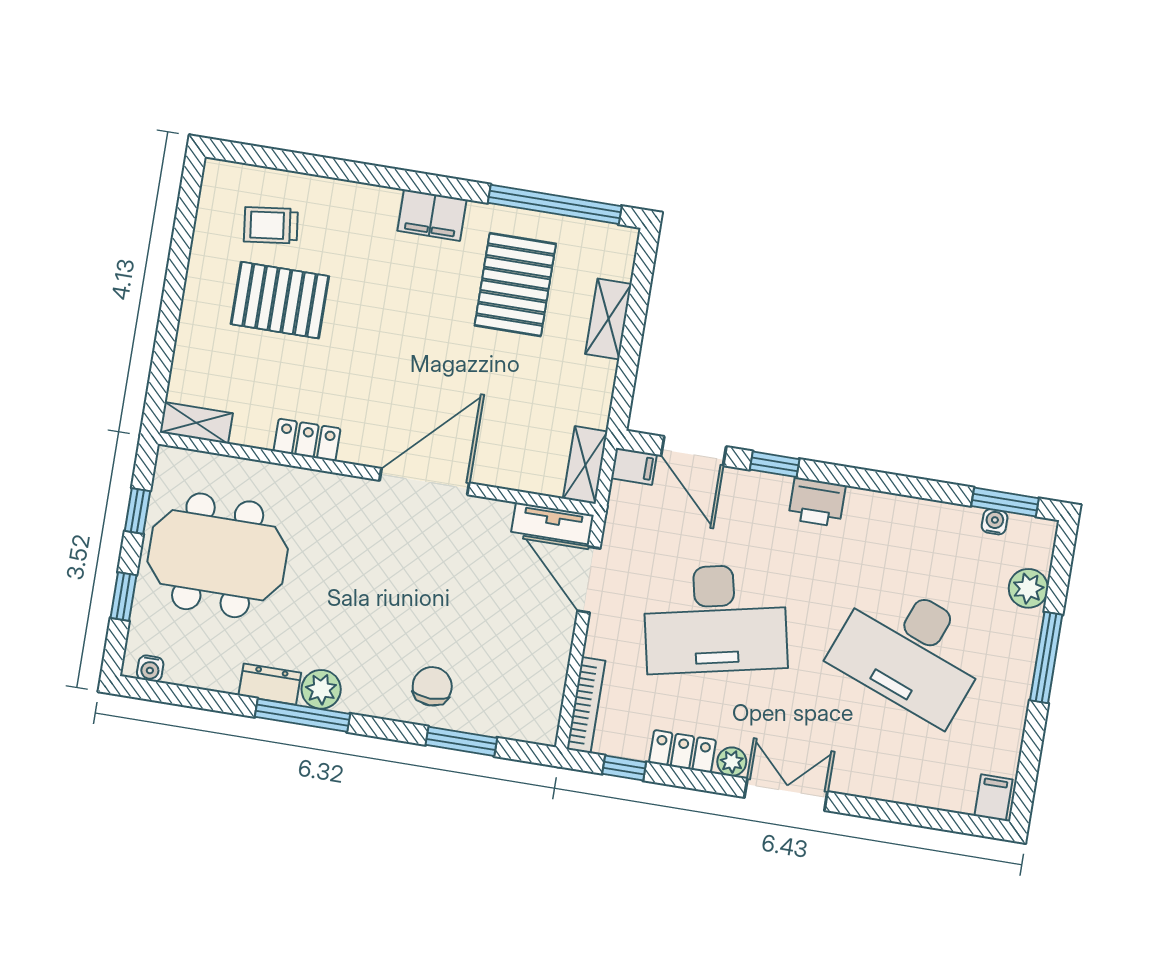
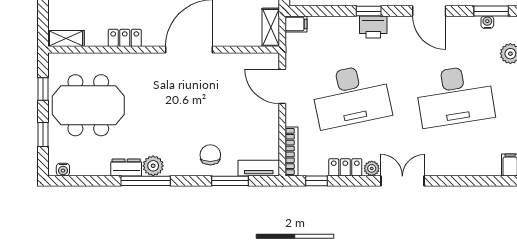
door: (694, 451) -> (429, 11), moved
printer: (817, 502) -> (373, 27), moved
tv unit: (553, 523) -> (259, 168), moved, turned 180
desk: (911, 651) -> (455, 96), turned -30

